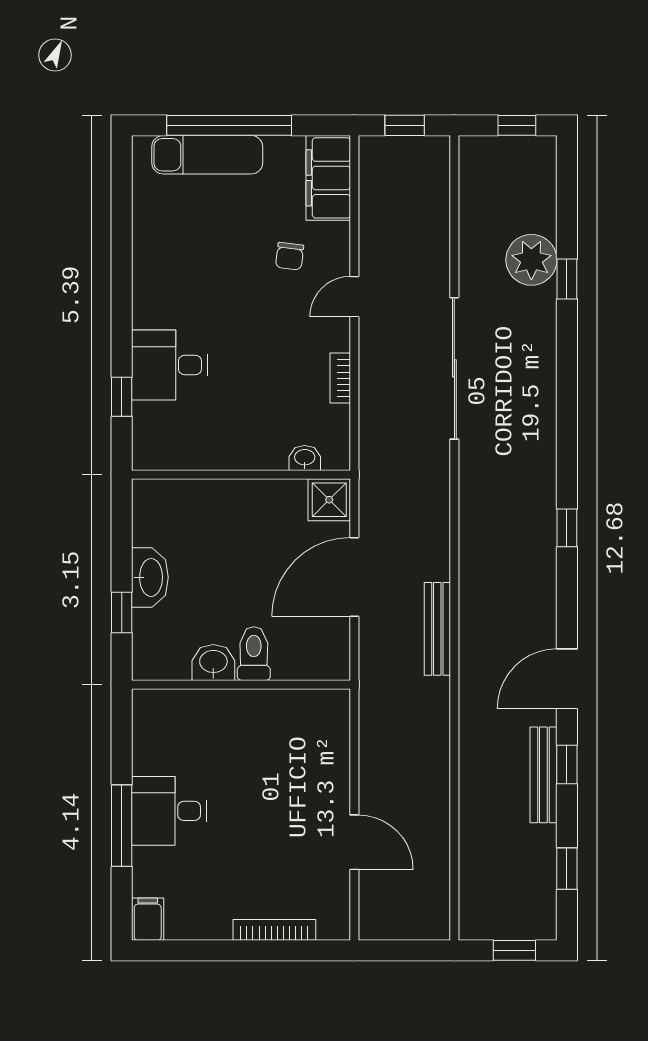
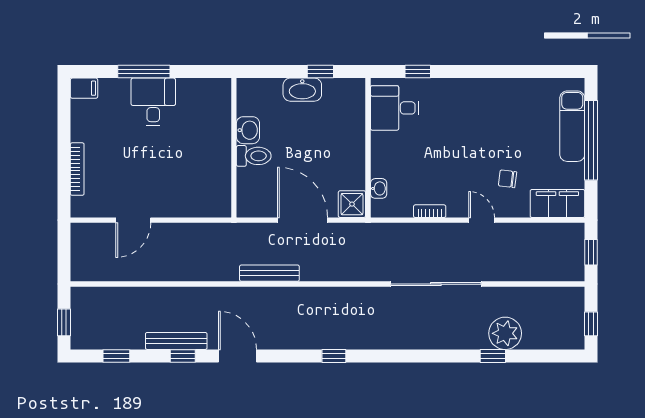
desk: (170, 365) -> (395, 108), moved, turned -90
window: (122, 613) -> (320, 72), moved

